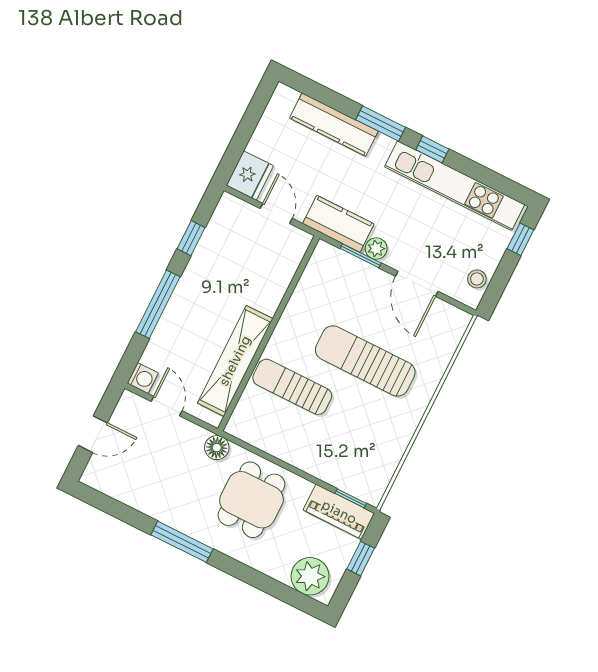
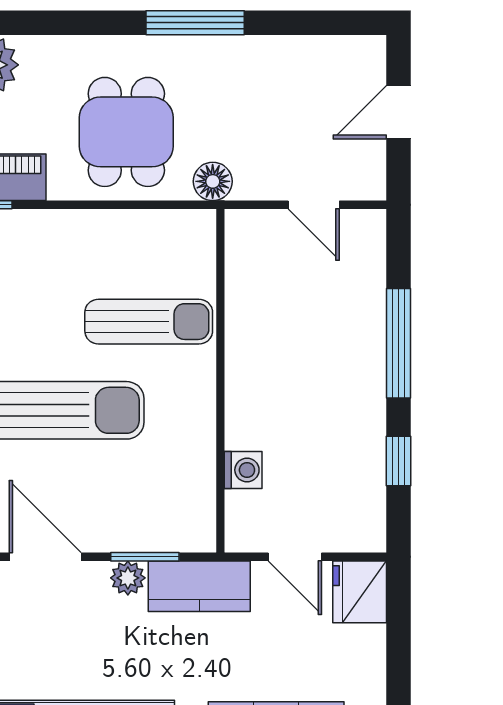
shelving: (235, 361) -> (248, 318), removed
washing machine: (143, 378) -> (243, 470), moved, turned 180

